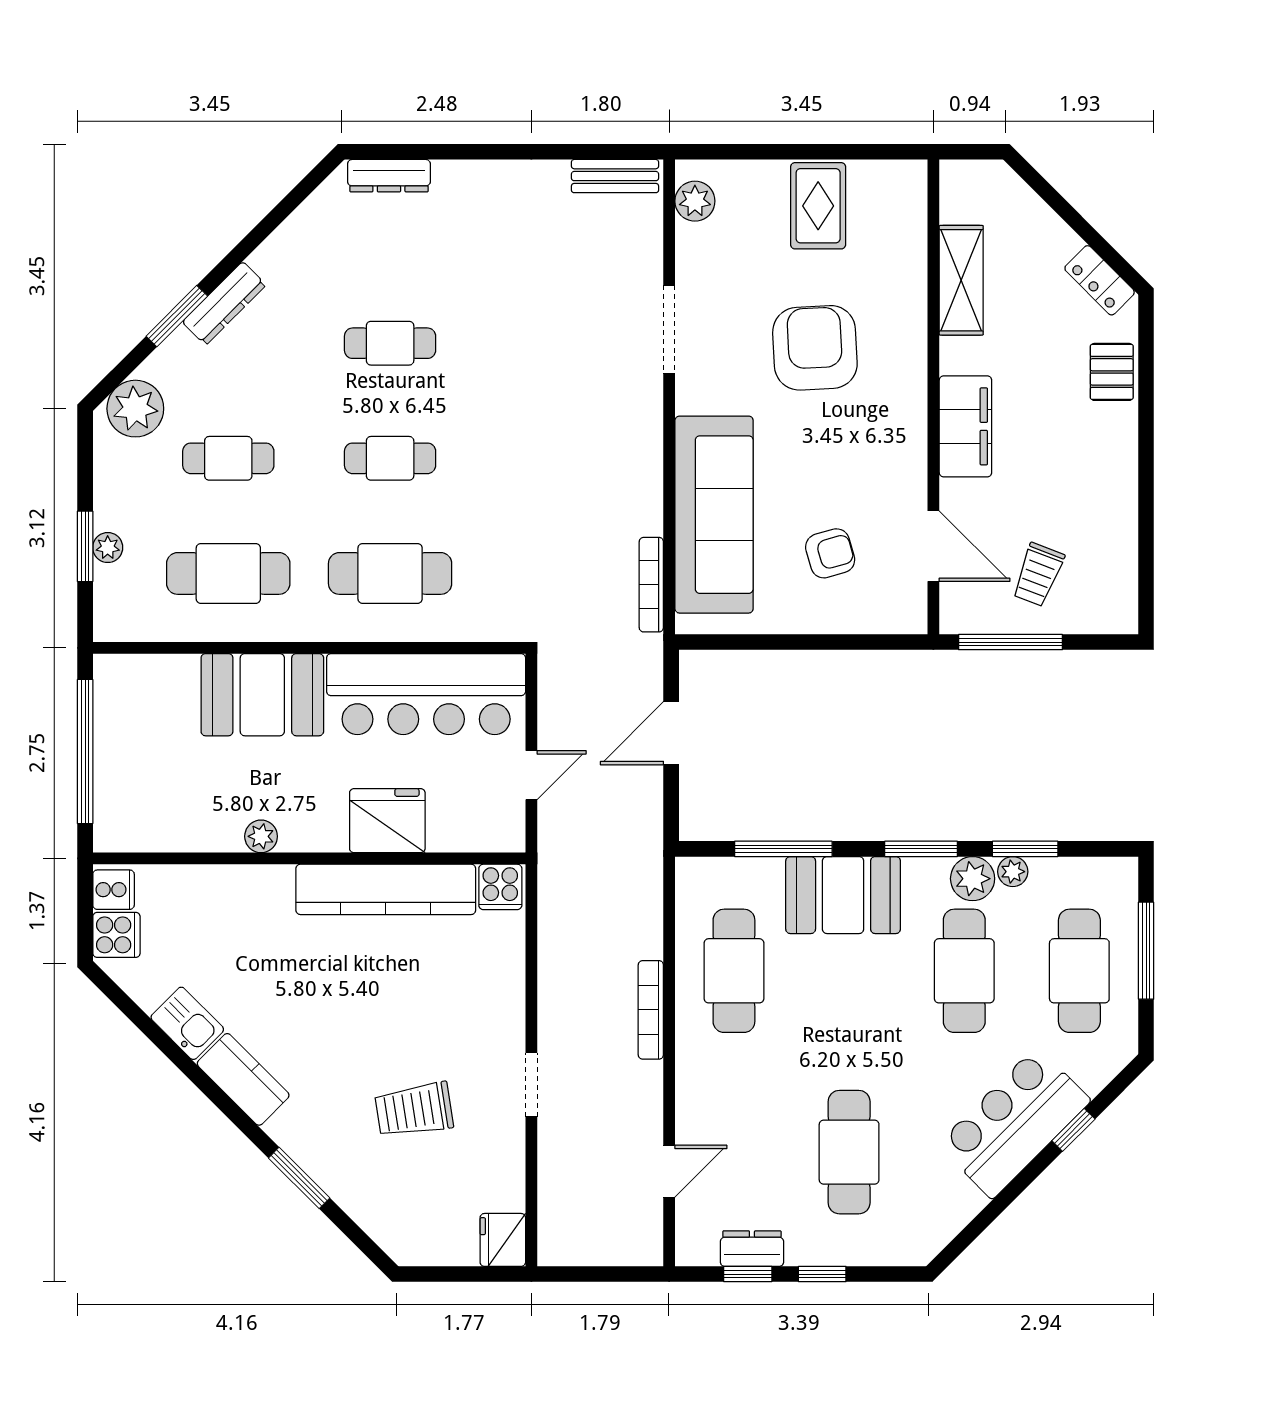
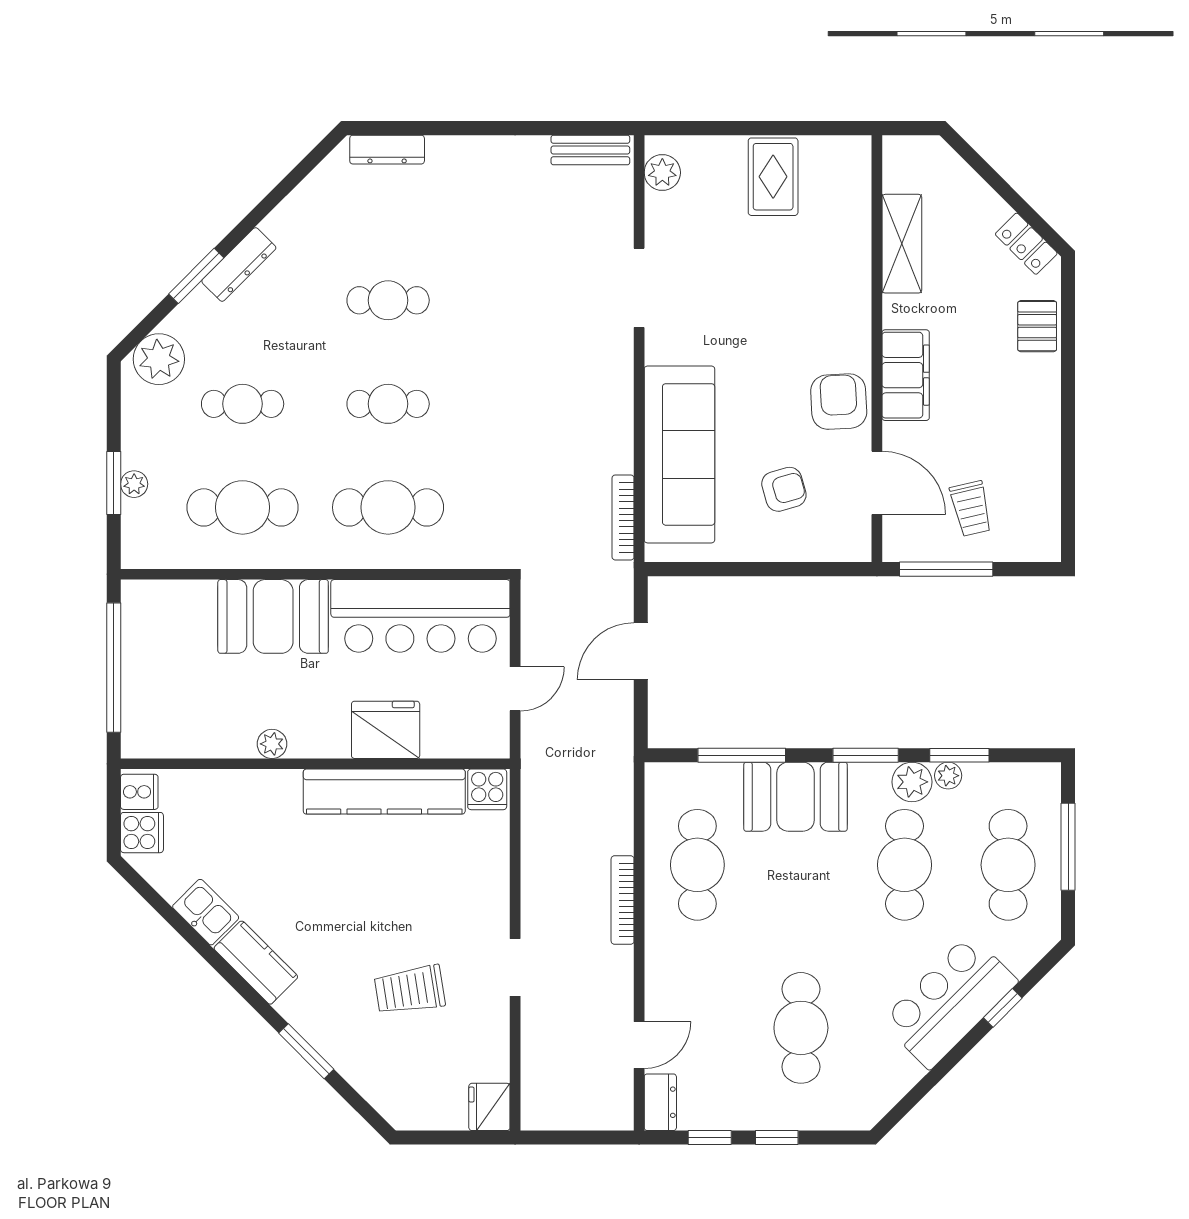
armchair: (815, 348) -> (839, 402), moved, width x0.73, depth x0.73
trolley: (1038, 575) -> (971, 509), turned -34
dresser: (752, 1249) -> (660, 1102), moved, turned 90

